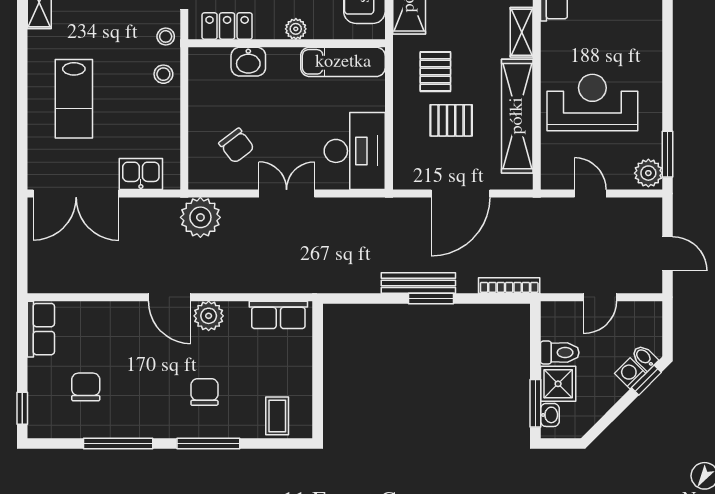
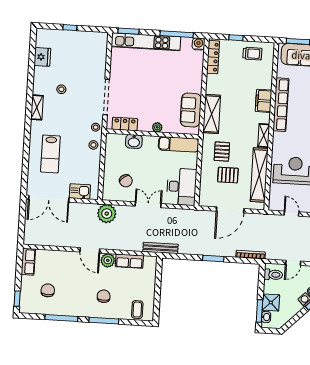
bench: (418, 283) -> (160, 248), moved
row of seats: (278, 315) -> (129, 261), moved
toilet: (560, 353) -> (273, 275), moved

